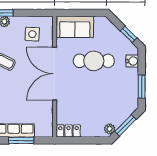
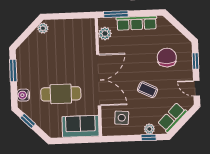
plant: (46, 121) -> (105, 34), added
window: (125, 125) -> (28, 32), removed
locker: (68, 131) -> (83, 25), removed
window: (21, 140) -> (116, 14), moved

